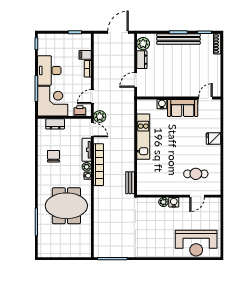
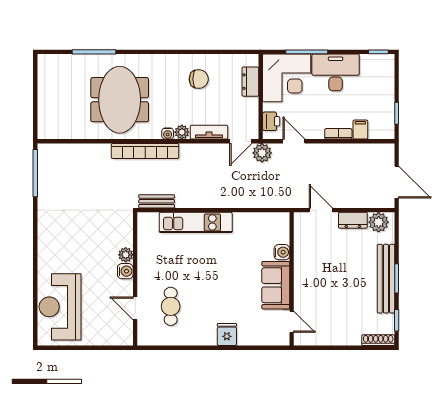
kitchen unit: (143, 137) -> (196, 222), moved
bookcase: (99, 165) -> (145, 151), moved

